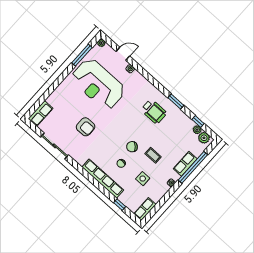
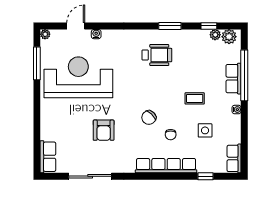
reception desk: (98, 84) -> (78, 77), turned 180
armchair: (86, 127) -> (104, 130), turned 90
chair: (132, 147) -> (149, 118), moved

